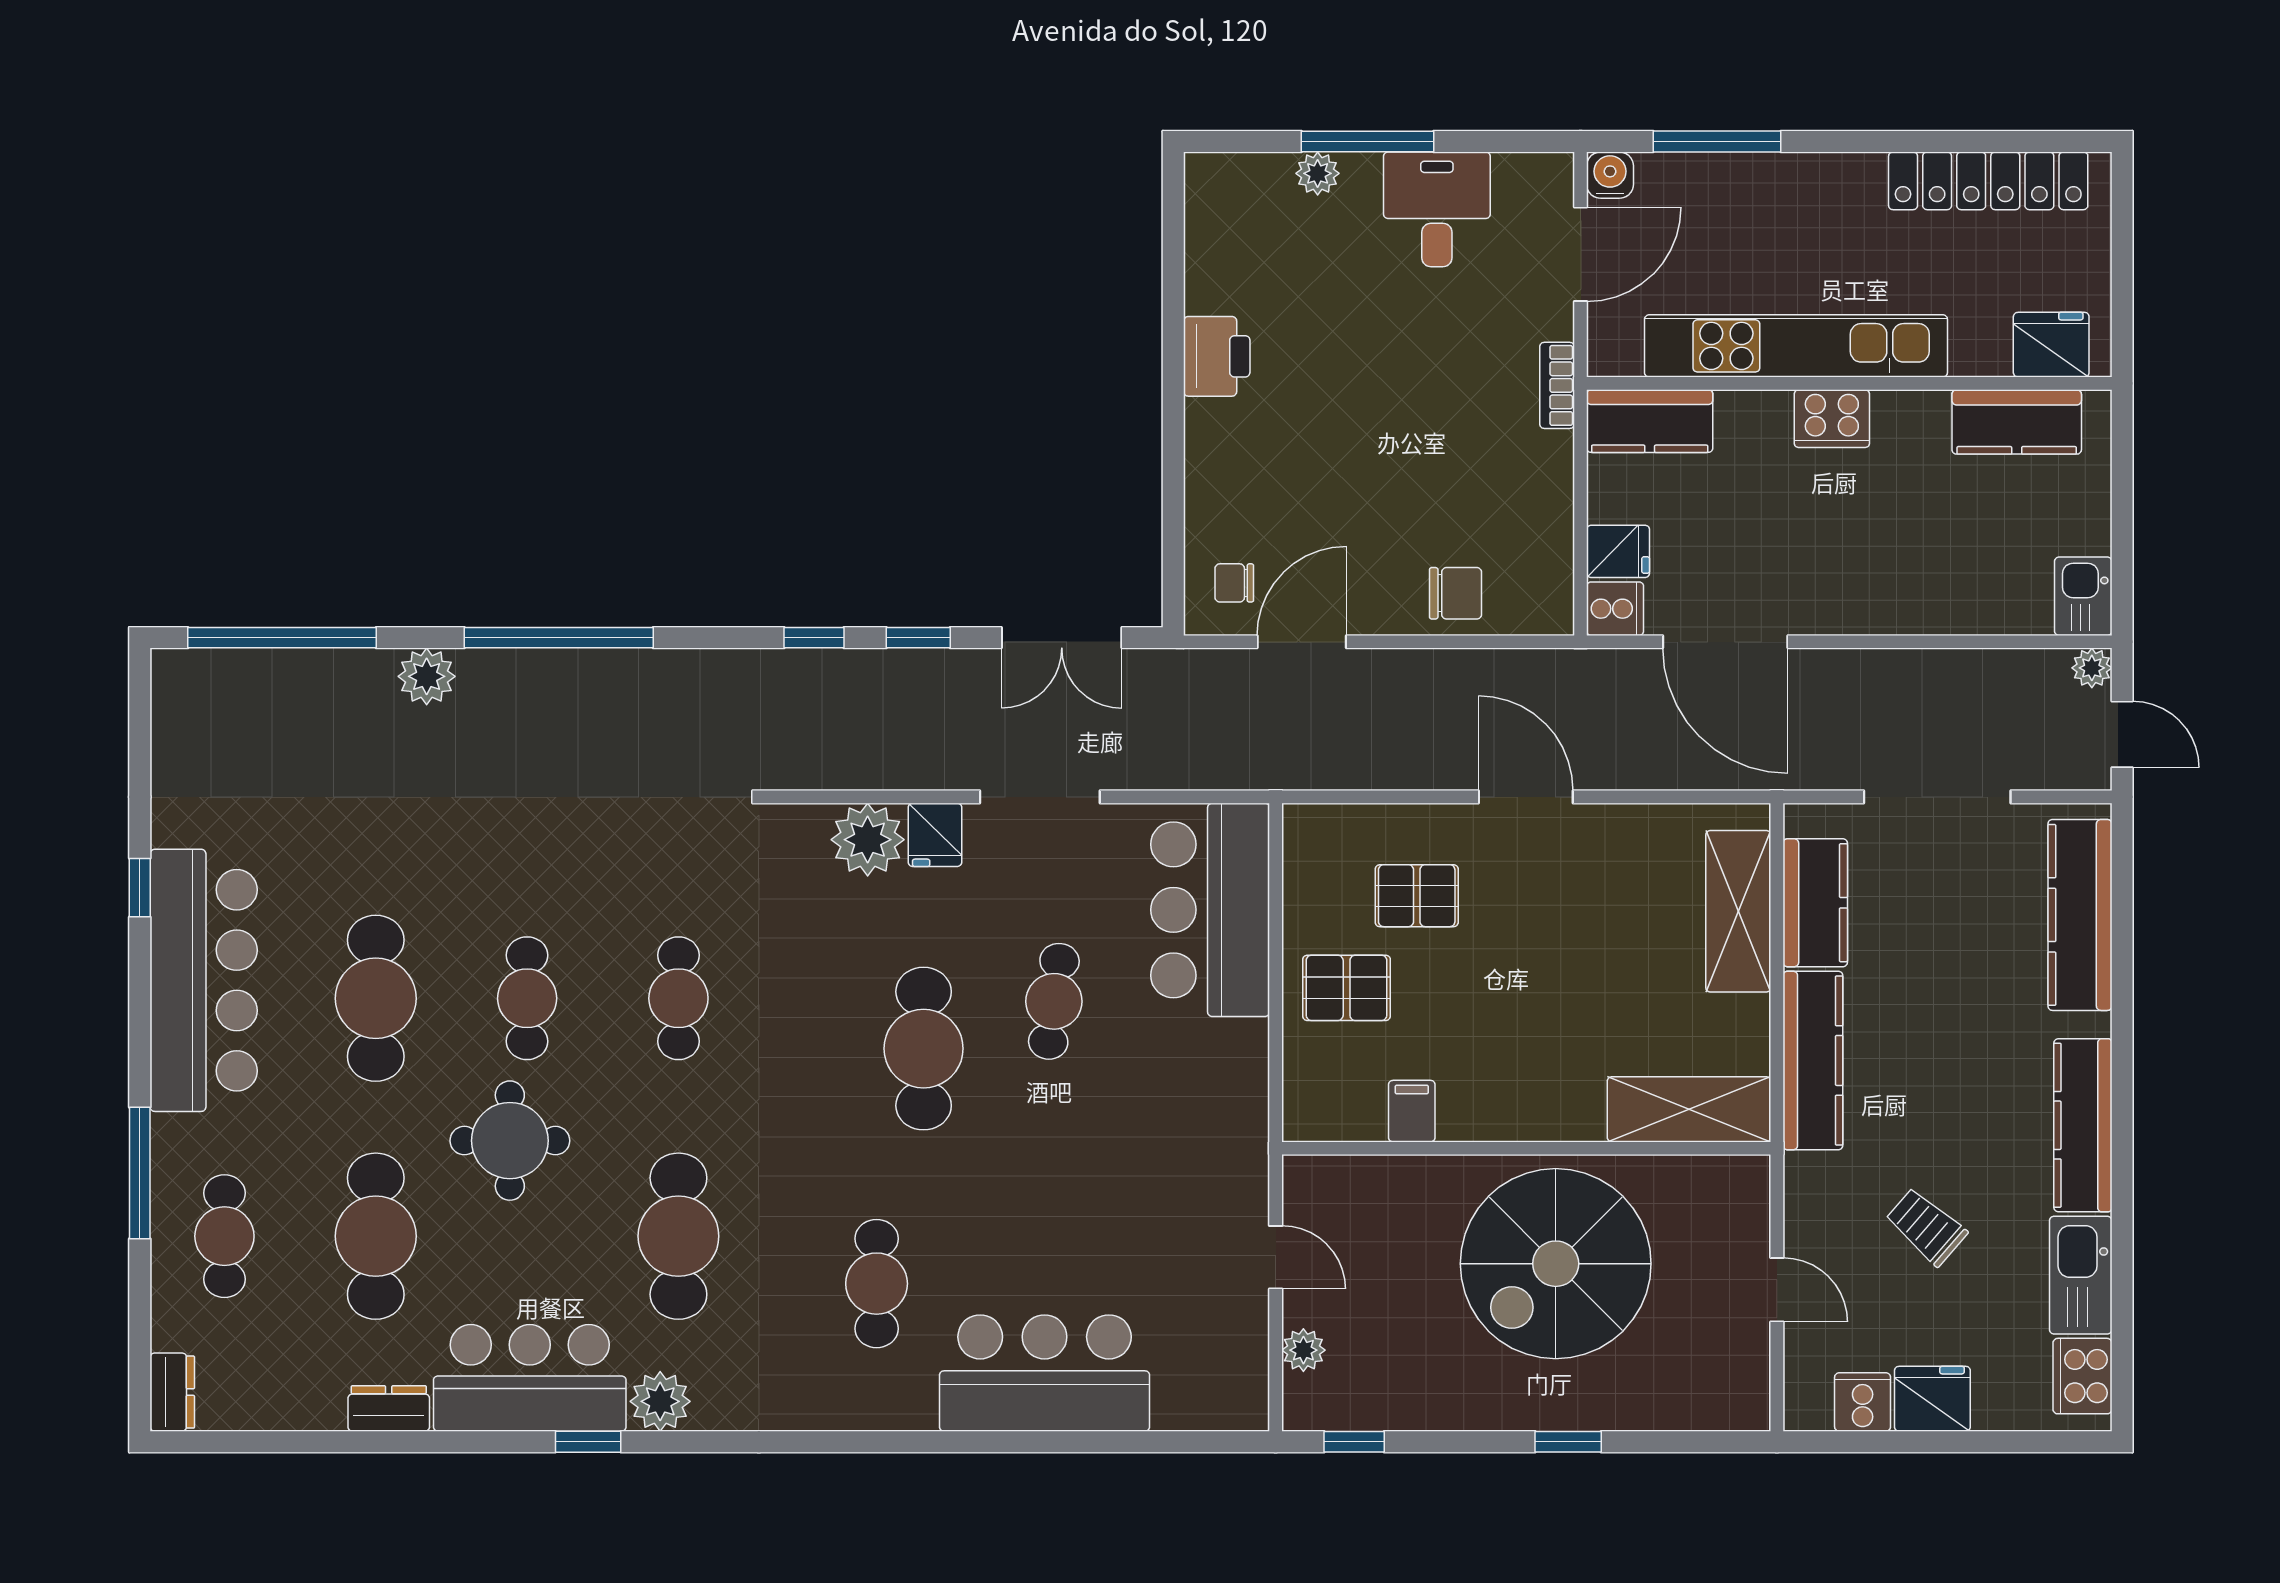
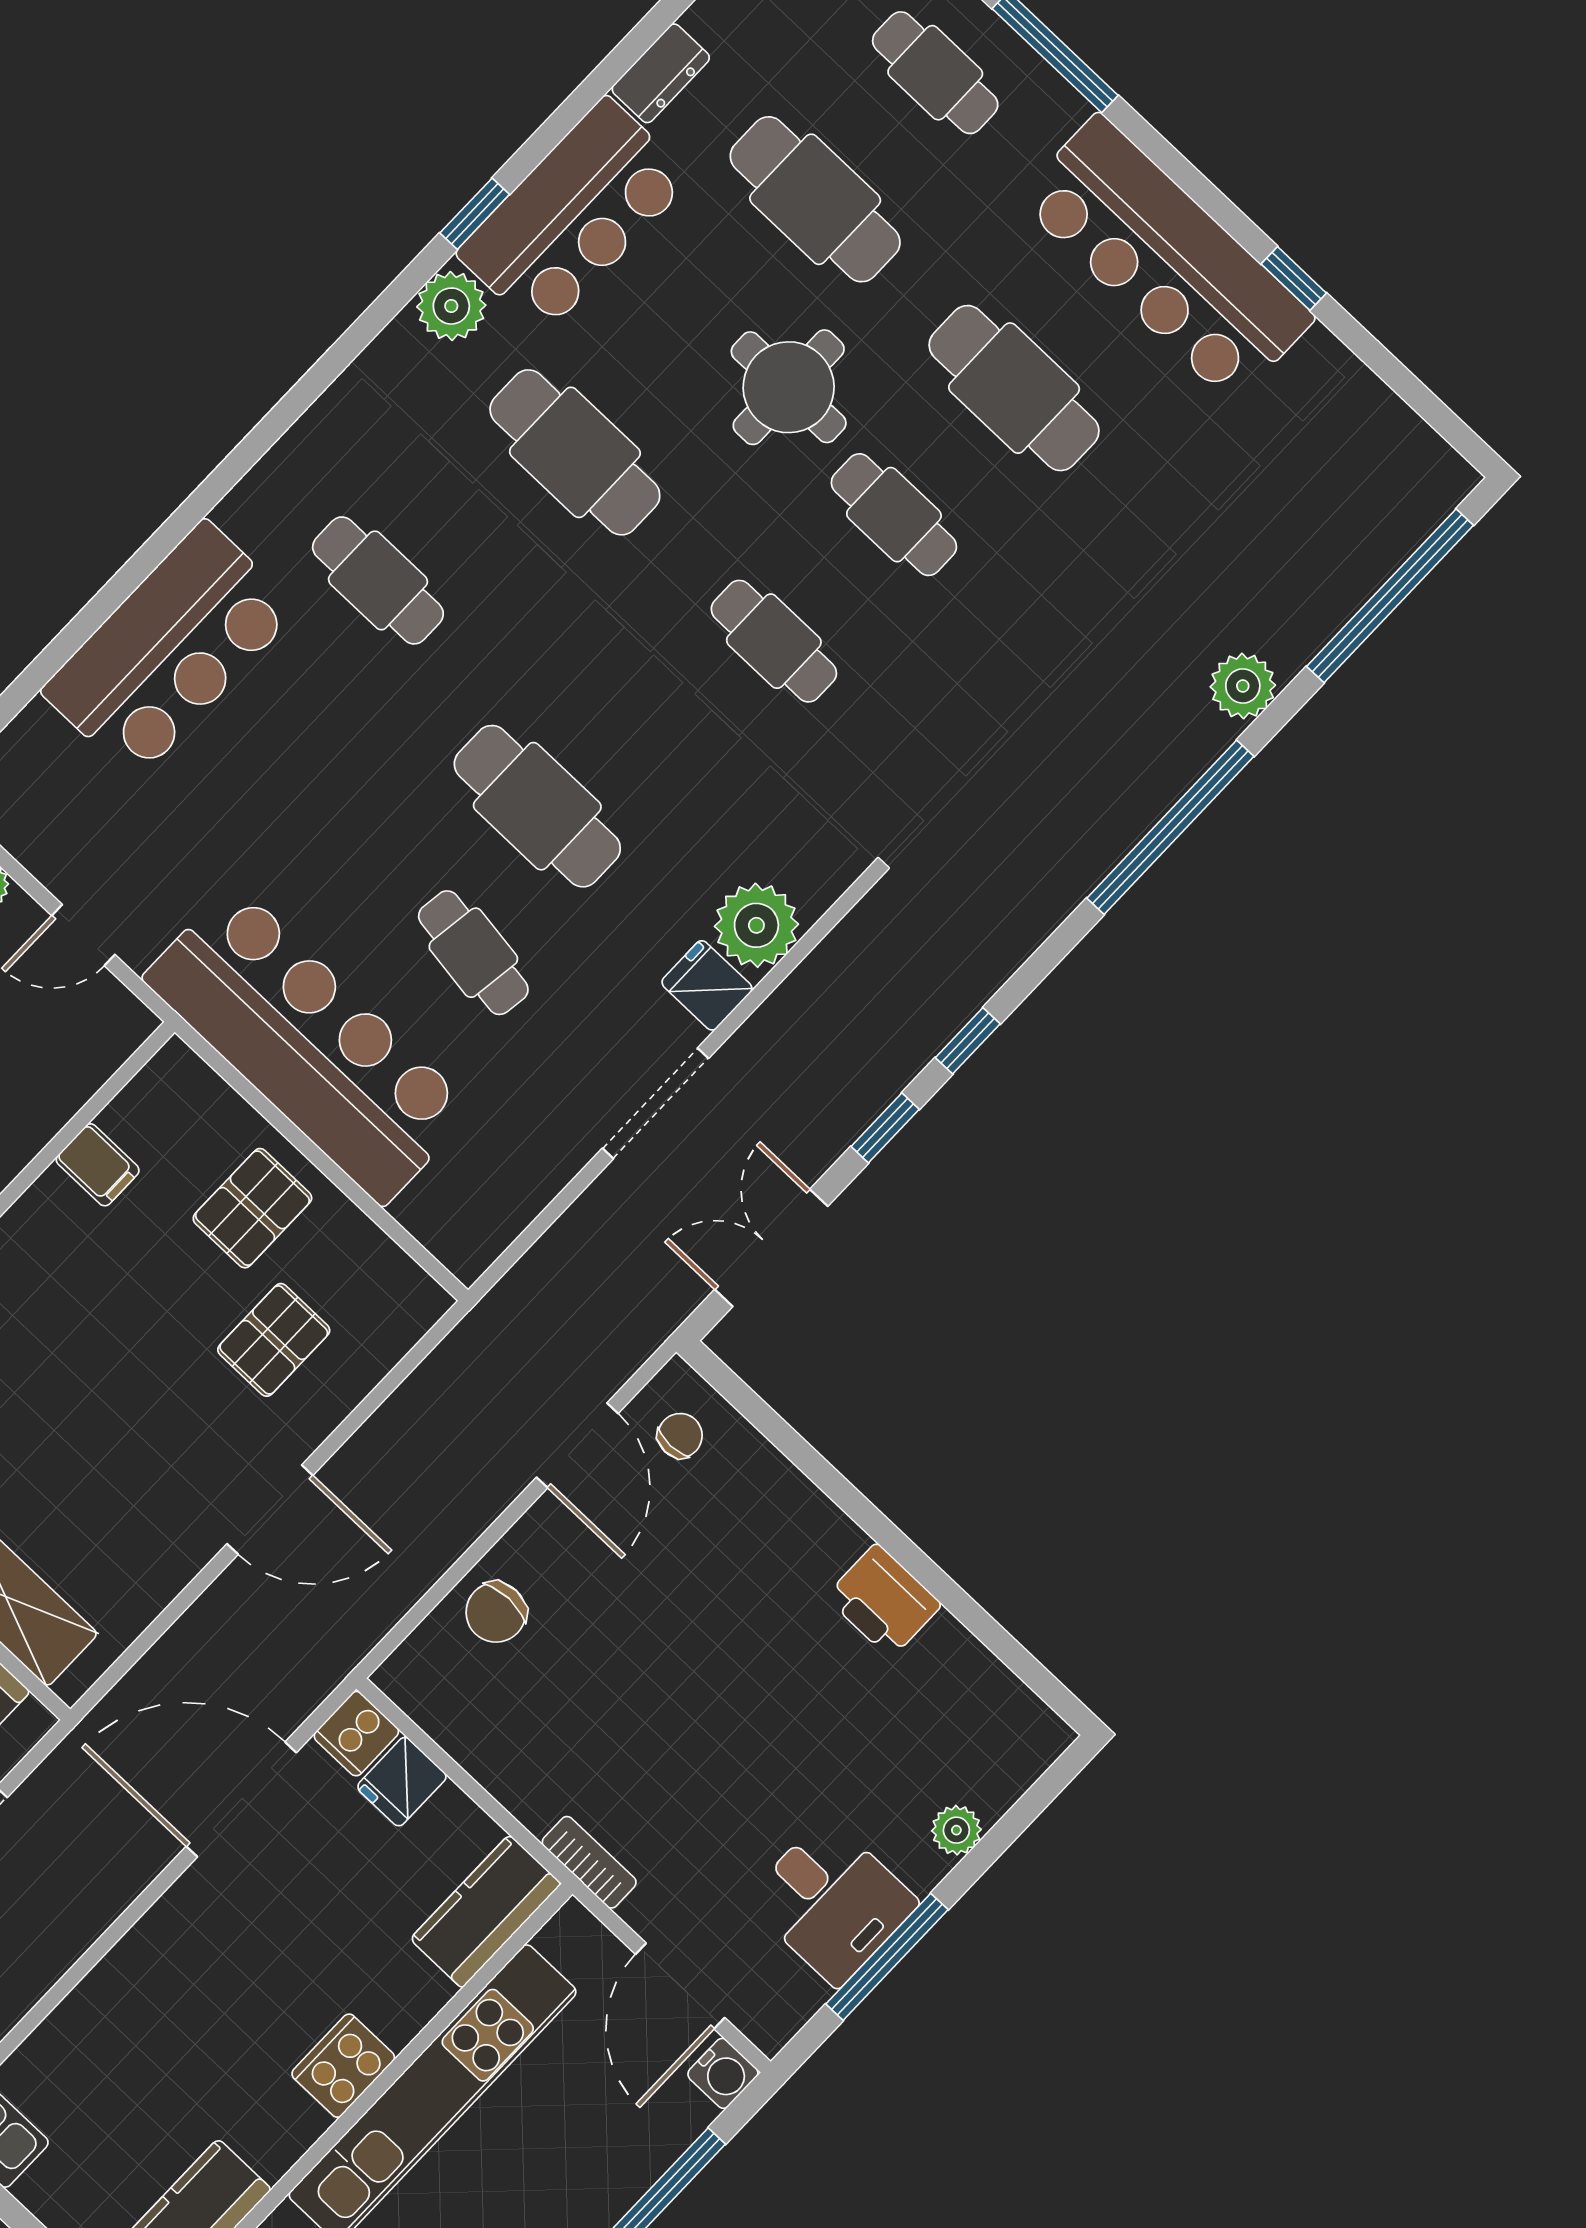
window: (1368, 142) -> (887, 1957), moved
bar counter: (1210, 910) -> (308, 1044), moved, width x1.36

